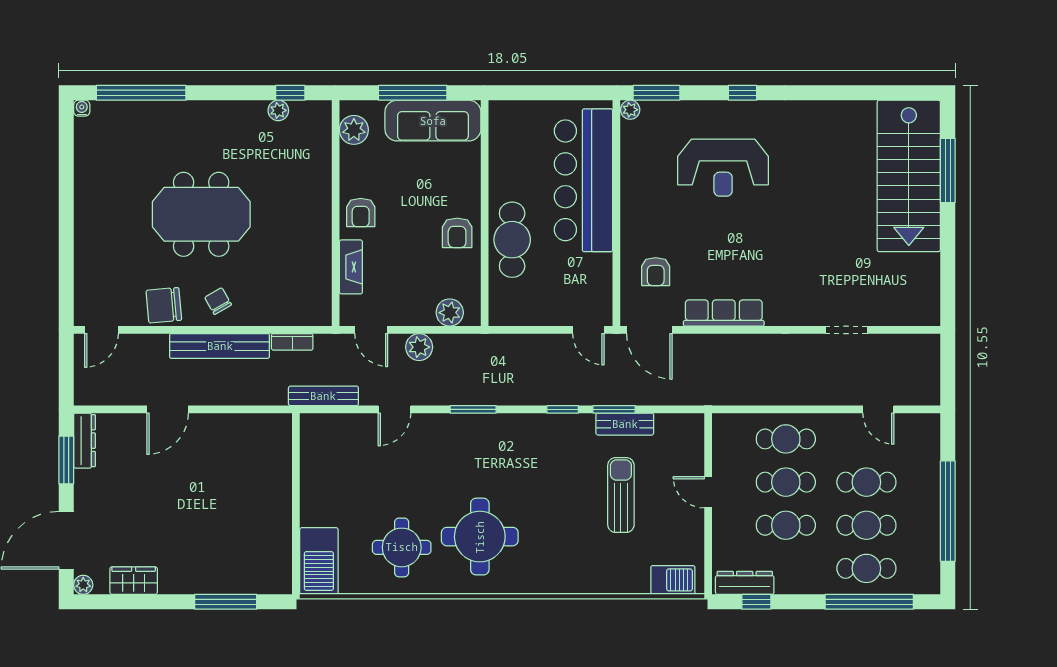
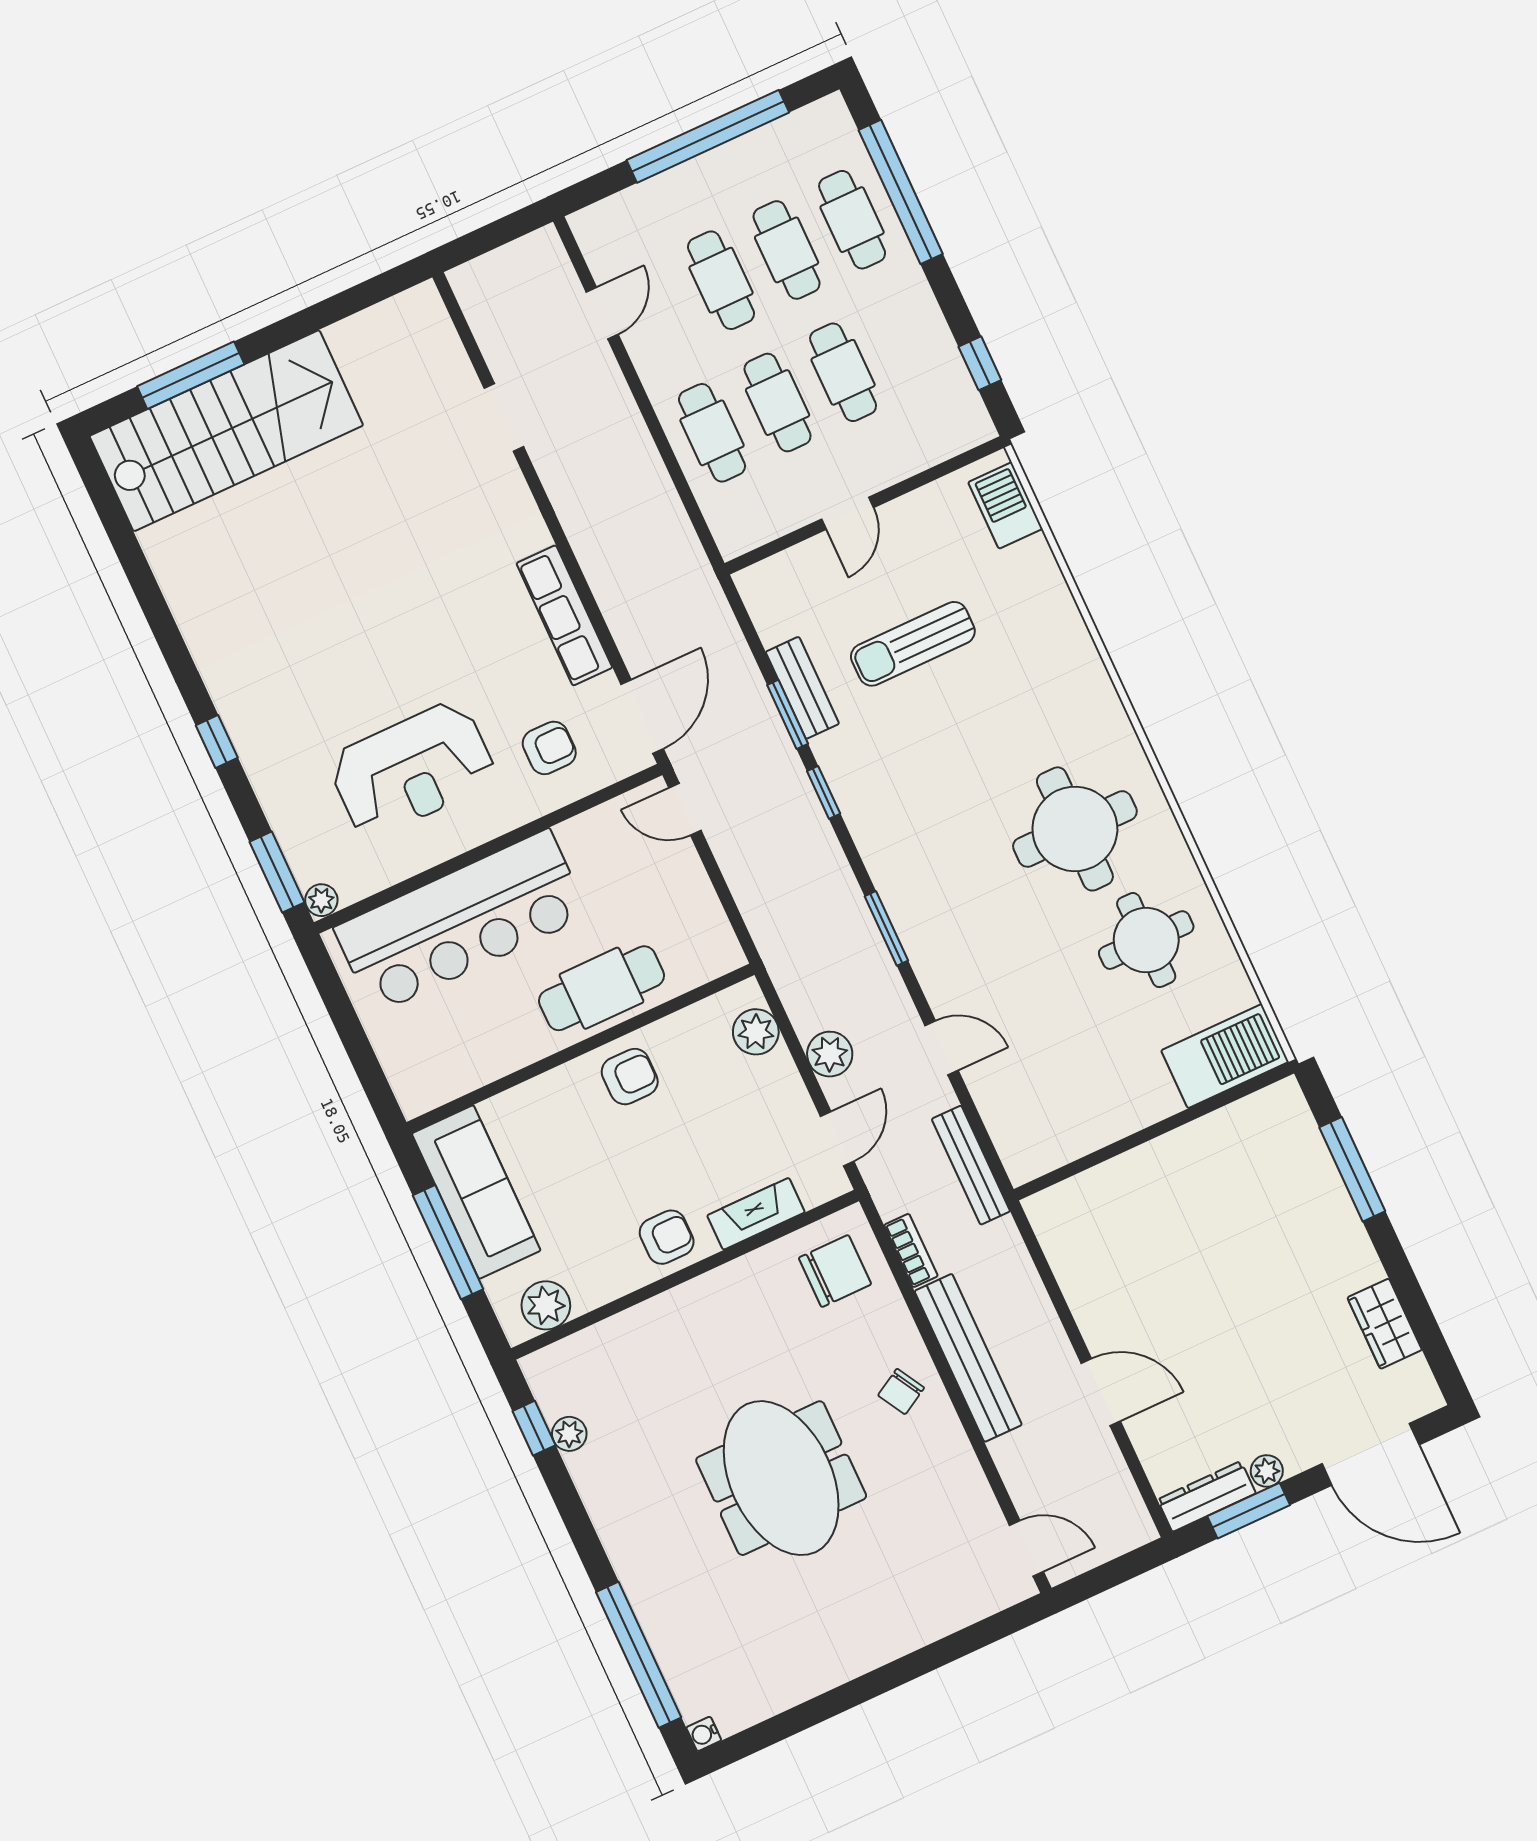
reception desk: (723, 168) -> (412, 769), moved, turned 90
chair: (164, 305) -> (835, 1271), moved, turned -85
door: (588, 330) -> (685, 809), swing flipped
dresser: (745, 583) -> (959, 394), removed
plant: (83, 585) -> (1267, 1471), moved

